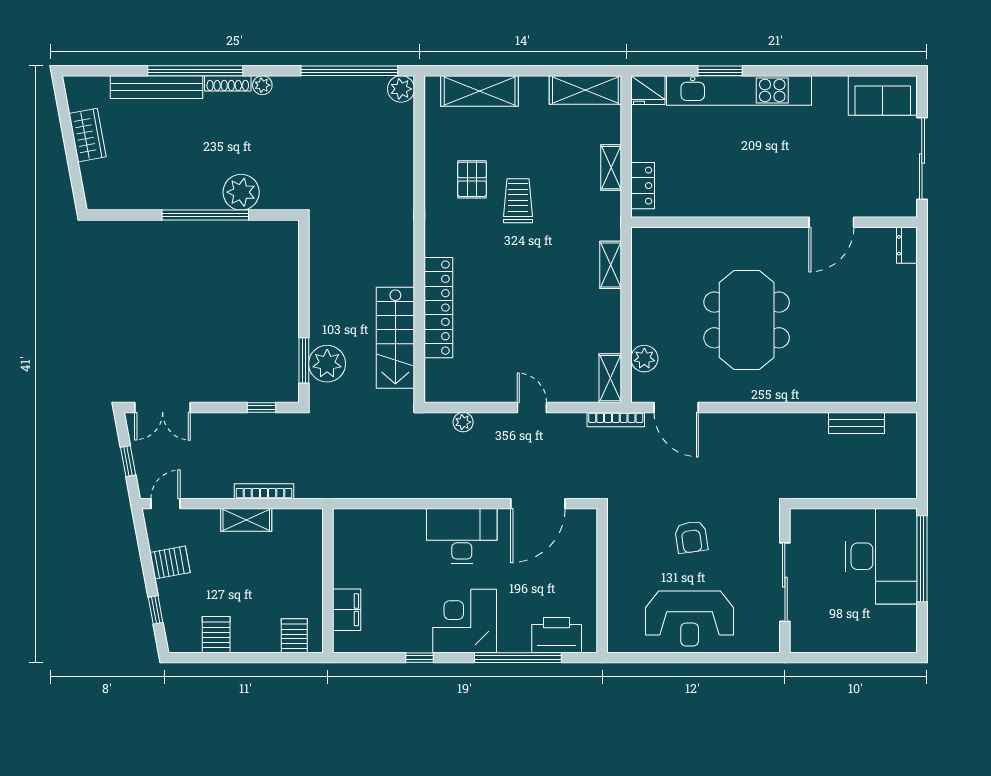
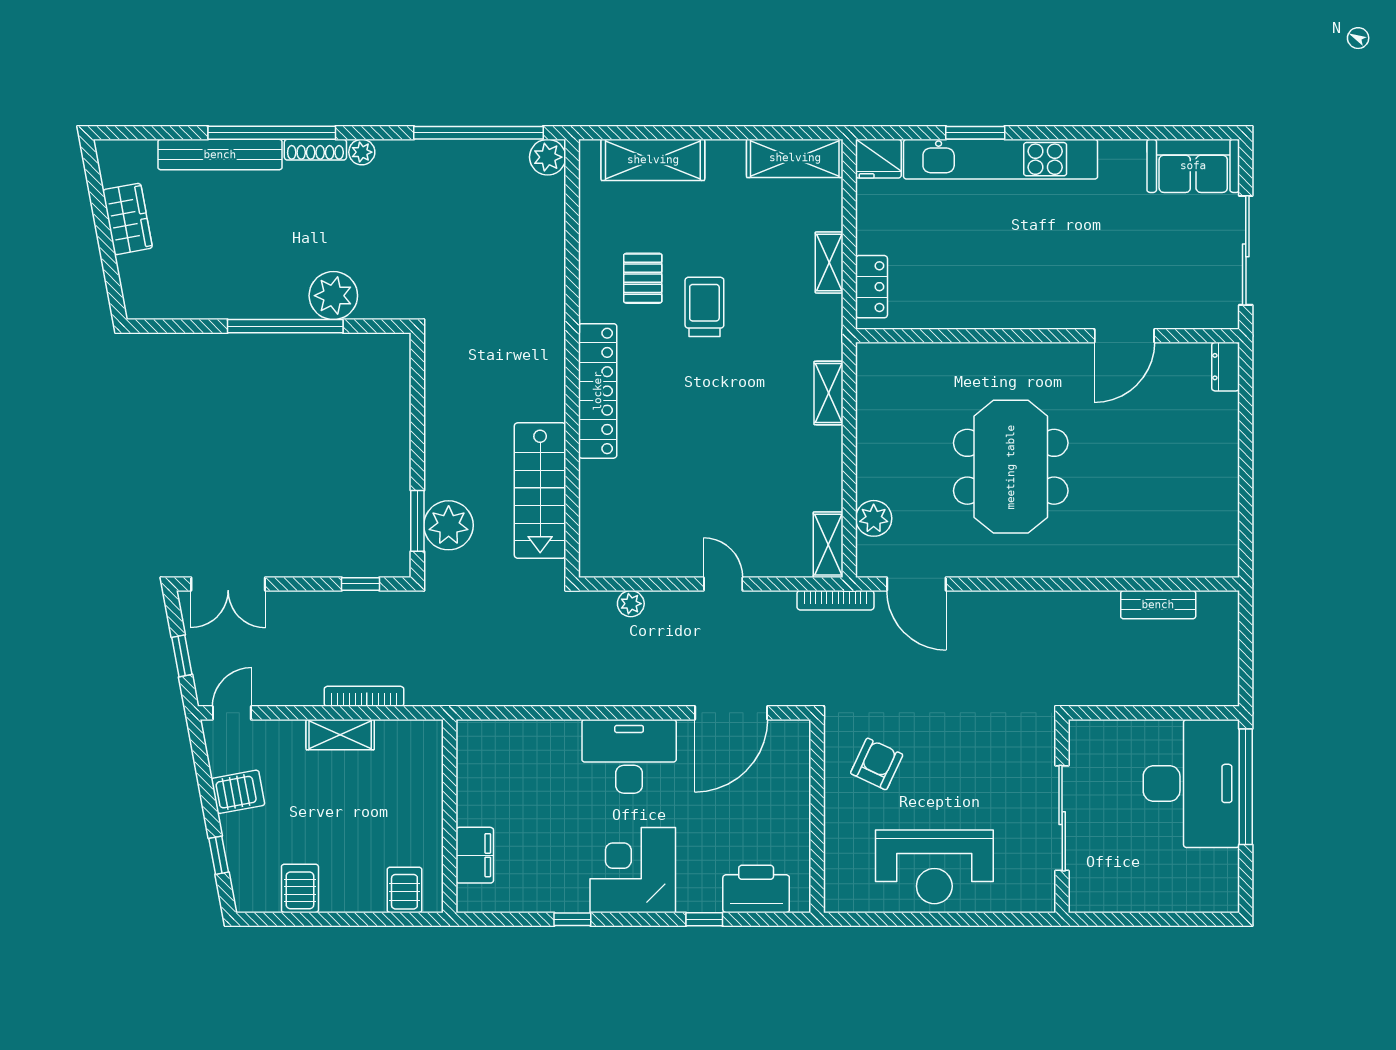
locker: (438, 308) -> (598, 391), moved
armchair: (691, 537) -> (877, 764), moved, turned -147
window: (518, 658) -> (704, 919), width x0.32

